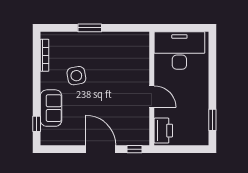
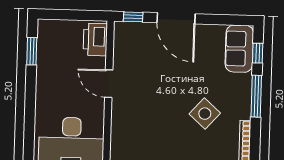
side table: (76, 76) -> (205, 114), turned -38
window: (37, 90) -> (256, 96), added
sofa: (51, 108) -> (239, 49), moved

